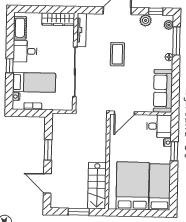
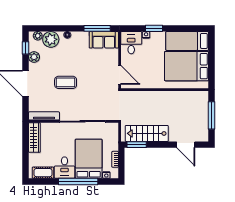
plant: (164, 39) -> (51, 39), added
window: (176, 41) -> (97, 28), moved
window: (10, 66) -> (78, 181), width x3.17
bed: (34, 82) -> (89, 159), width x1.50
sofa: (163, 91) -> (104, 40), width x0.73
window: (48, 150) -> (137, 145), moved
door: (47, 183) -> (186, 145), hinge flipped
stairs: (97, 186) -> (147, 133), moved, turned 180
window: (79, 212) -> (211, 115), width x1.44

